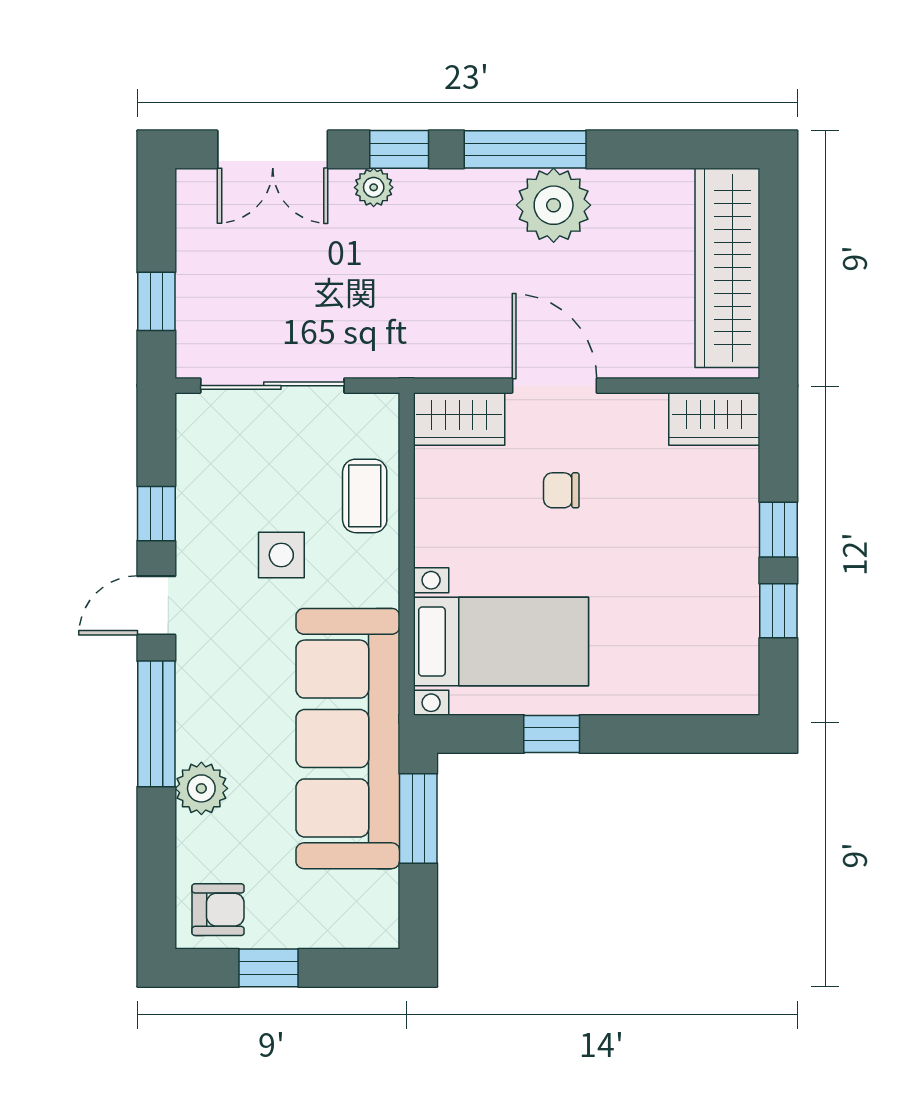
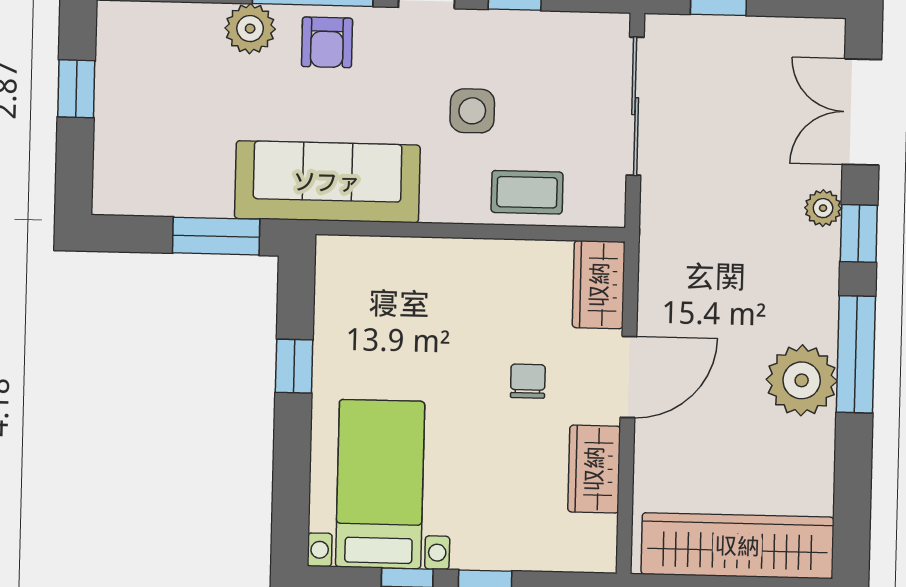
wardrobe: (714, 419) -> (594, 469), moved
bed with nightstands: (501, 641) -> (380, 484), moved, turned 180
sofa: (348, 739) -> (327, 182), width x0.74, depth x0.79
armchair: (218, 910) -> (327, 42), moved

